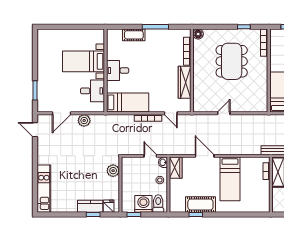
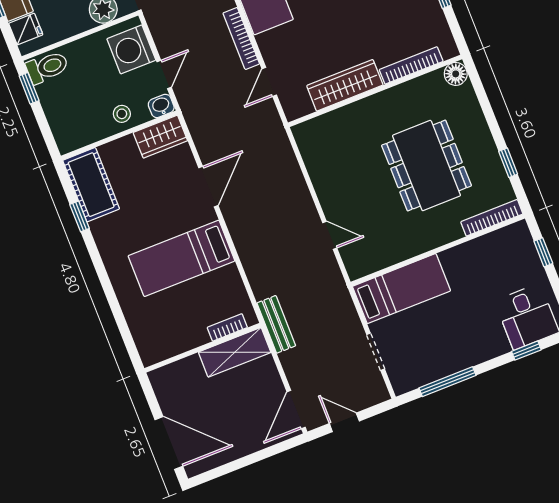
dining table: (232, 61) -> (427, 166), turned 90
door: (224, 113) -> (330, 235), moved
washing machine: (143, 204) -> (131, 49), moved, turned 180
toilet: (158, 204) -> (47, 67), moved
cot: (200, 205) -> (91, 185), moved

